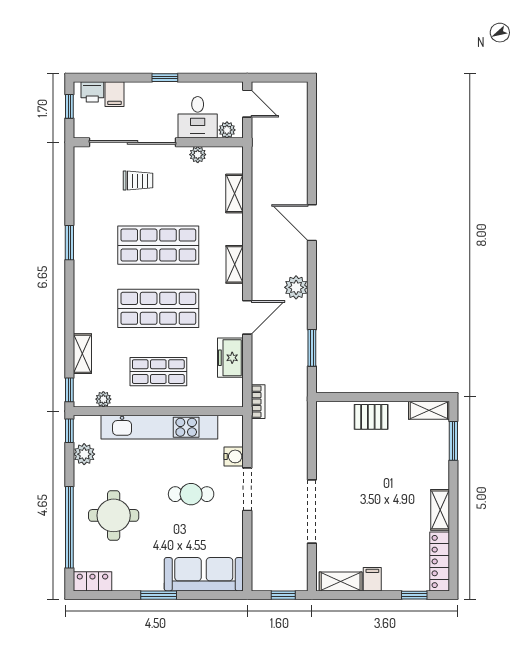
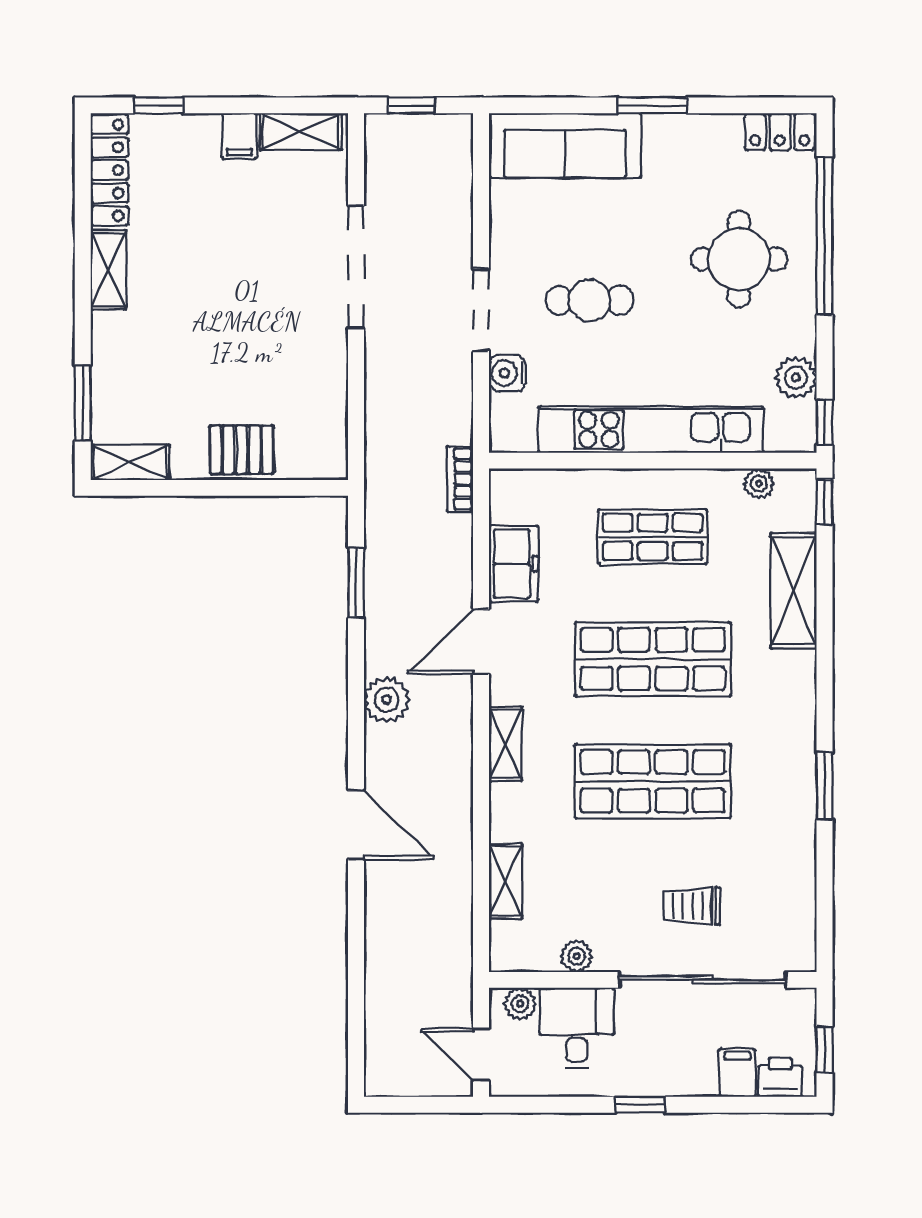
shelving: (82, 354) -> (794, 591), width x1.50, depth x1.33

